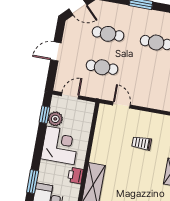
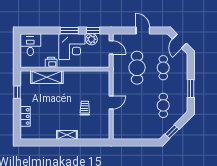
cafe table: (102, 67) -> (137, 68), width x1.37, depth x1.35
door: (122, 105) -> (111, 102), moved
window: (33, 182) -> (69, 31), moved

